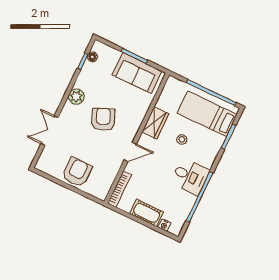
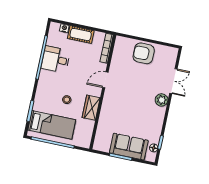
sofa: (137, 73) -> (129, 147), moved
plant: (76, 97) -> (162, 100), moved
armchair: (103, 119) -> (133, 100), removed
armchair: (77, 172) -> (144, 53), turned 90
desk: (190, 176) -> (56, 59), moved

